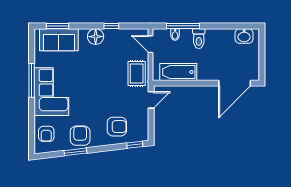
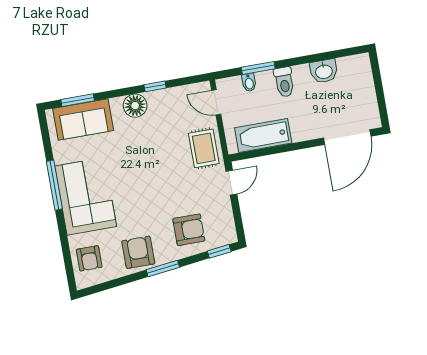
window: (183, 26) -> (258, 68), width x0.69
washbasin: (244, 36) -> (324, 71), moved
window: (75, 152) -> (163, 268), moved

